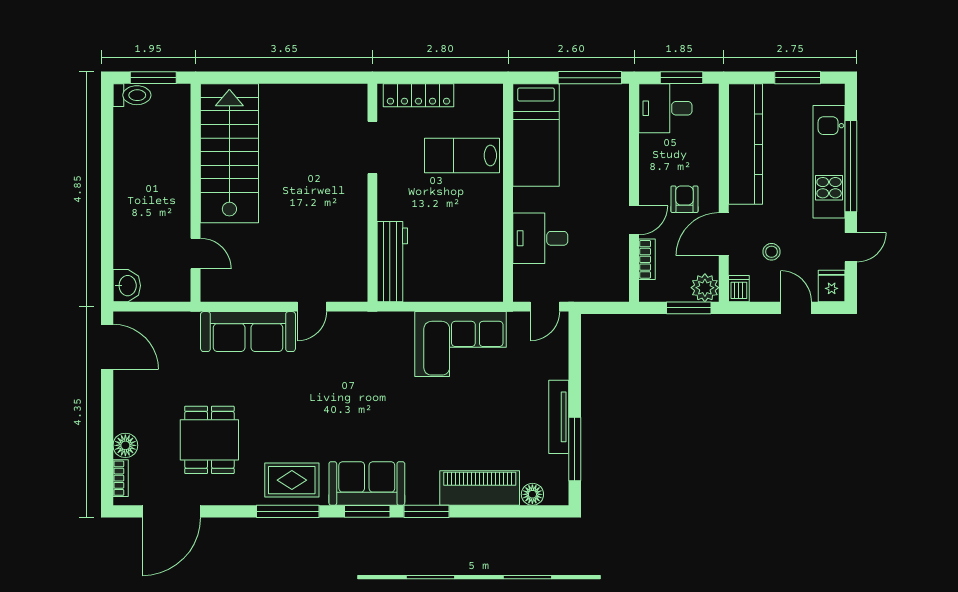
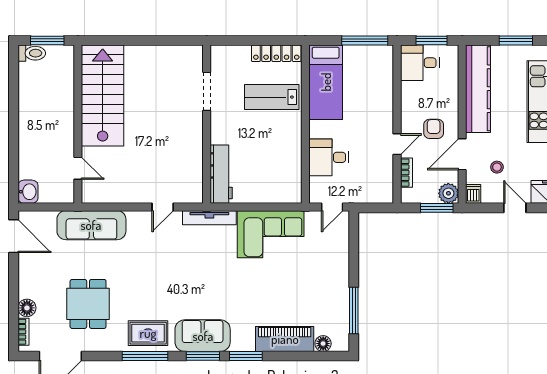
locker: (418, 95) -> (276, 53), moved
sofa: (248, 332) -> (91, 225), moved
tv unit: (559, 417) -> (209, 218), moved, turned -90

